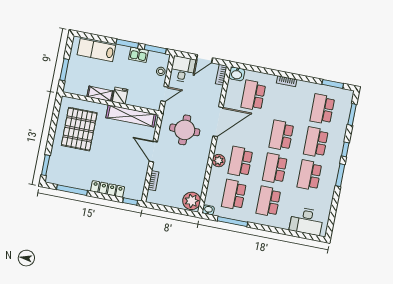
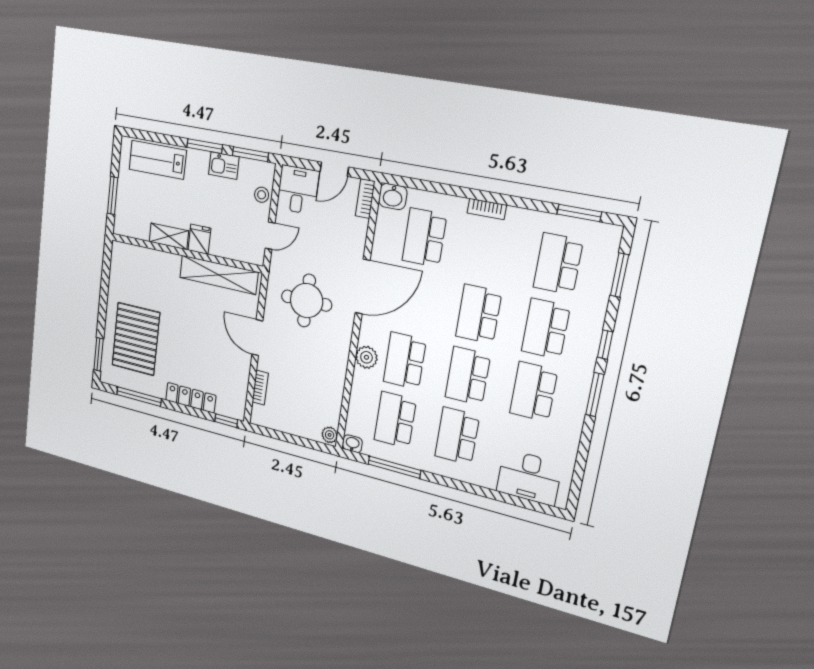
pallet: (79, 129) -> (136, 339), moved
plant: (192, 201) -> (330, 435), width x0.53, depth x0.53

